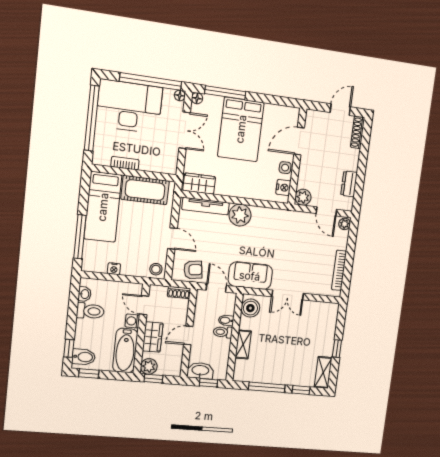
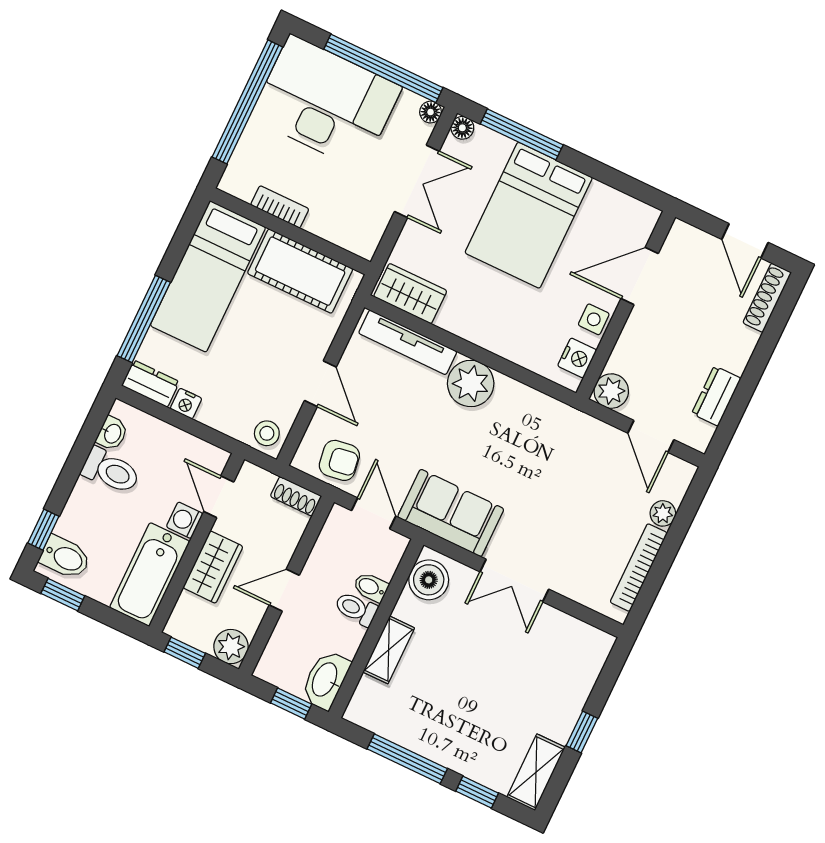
door: (340, 110) -> (745, 241), swing flipped
plant: (345, 224) -> (663, 513), moved
dresser: (94, 265) -> (150, 384), added
plant: (149, 366) -> (231, 647), moved
washbasin: (200, 371) -> (325, 680), moved, turned -90

